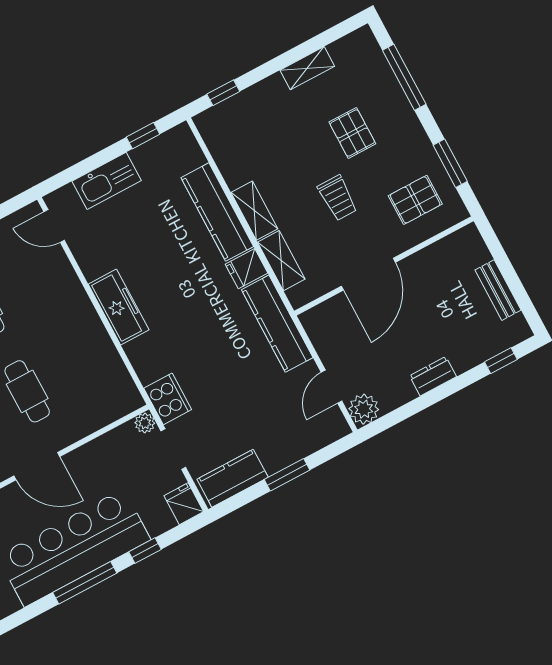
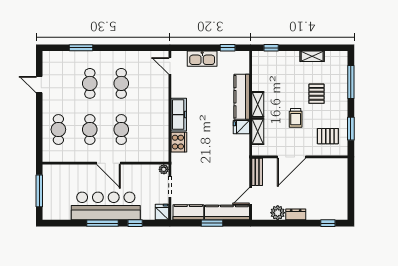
bench: (498, 290) -> (257, 172), moved
kitchen counter: (277, 324) -> (227, 213), moved, turned 90
cooker: (168, 399) -> (179, 142), moved
plant: (364, 409) -> (278, 213), moved

